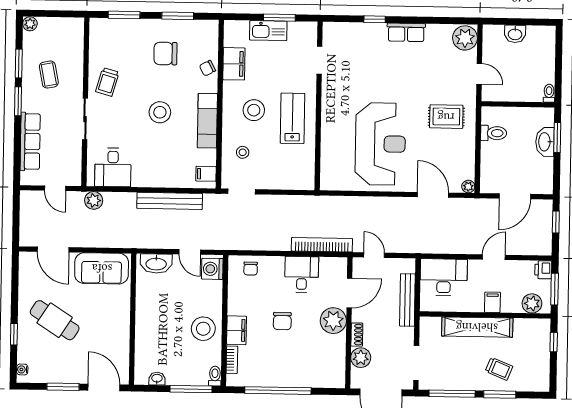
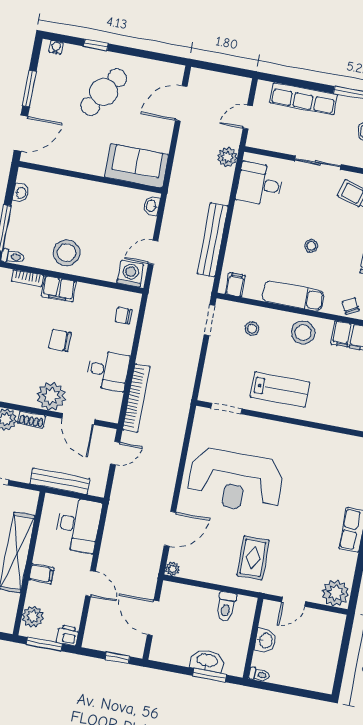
washbasin: (515, 34) -> (265, 641), moved, turned 180
doorway: (319, 60) -> (226, 409), moved
stool: (254, 110) -> (303, 333), moved
stool: (160, 112) -> (311, 246), width x0.53, depth x0.53
washbasin: (156, 263) -> (151, 206), width x0.52, depth x0.69
sofa: (102, 268) -> (136, 166), moved, turned 90

